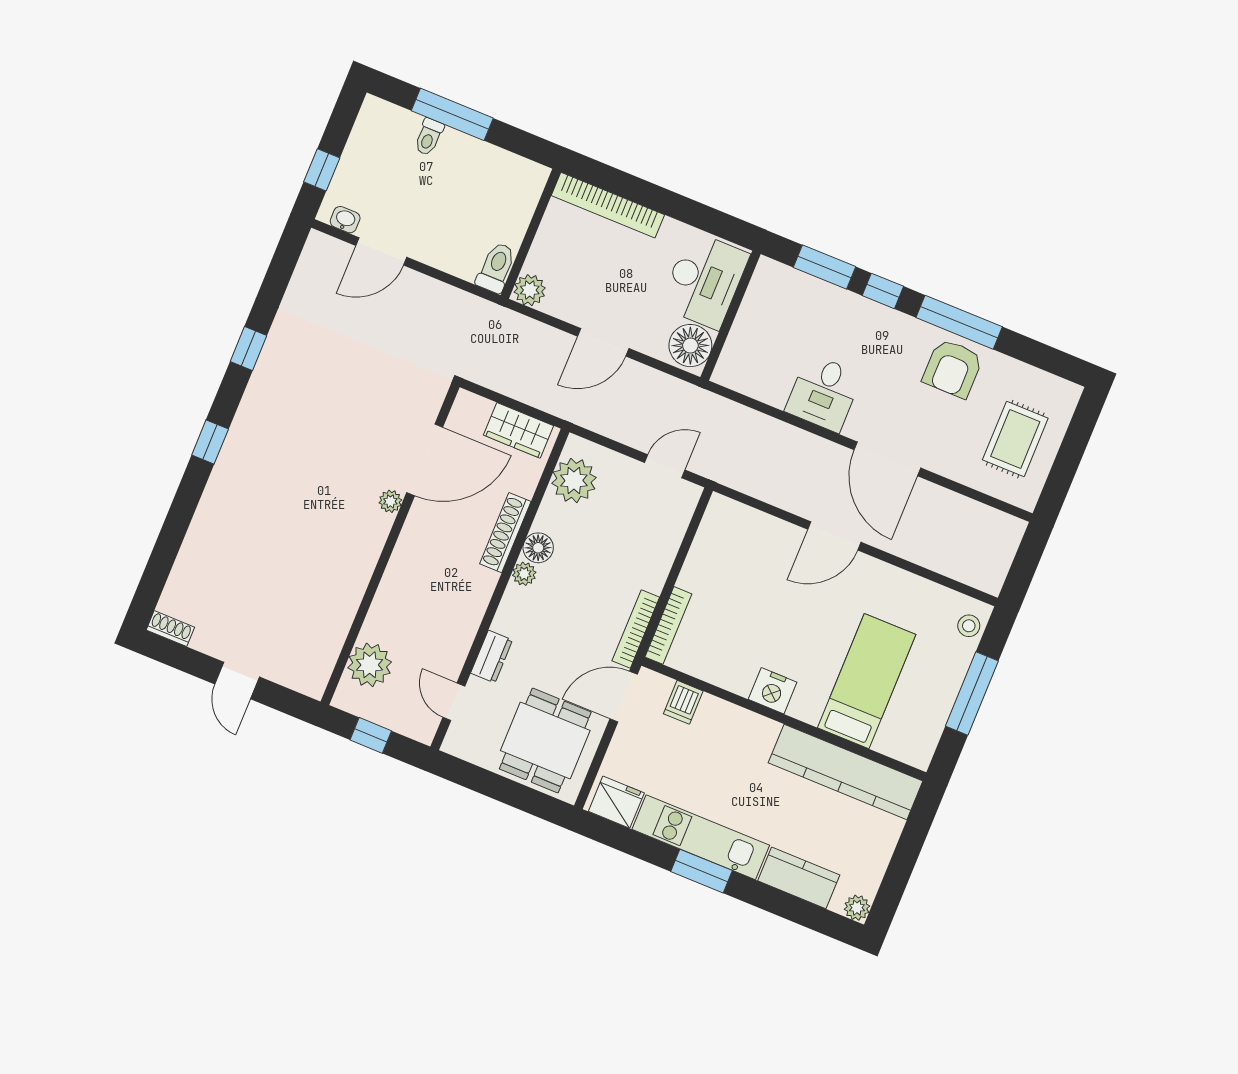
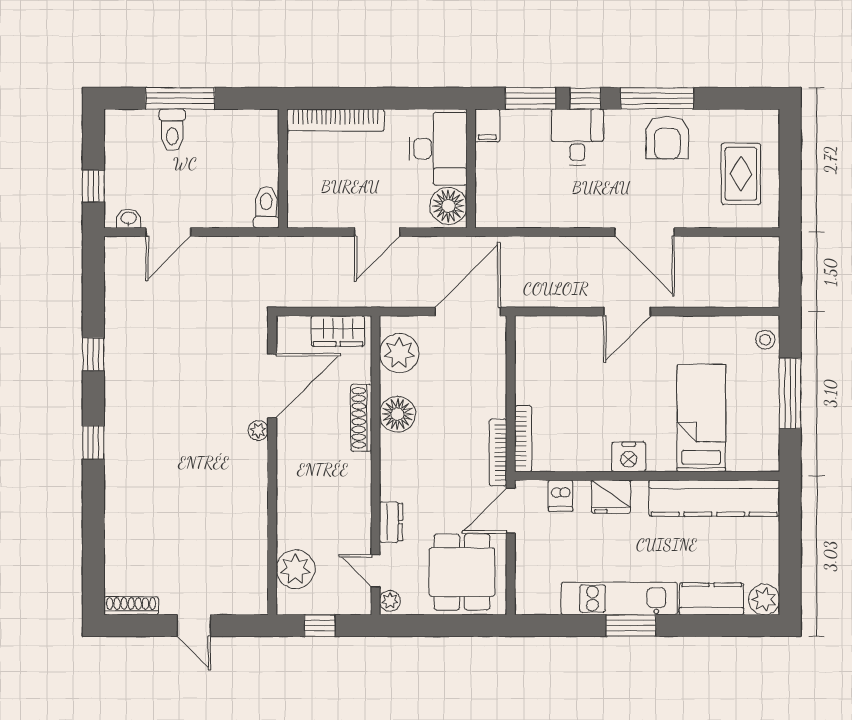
toilet: (429, 137) -> (172, 130), width x1.37, depth x1.39
filing cabinet: (767, 277) -> (487, 126), added
plant: (530, 290) -> (301, 214), removed
desk: (824, 393) -> (577, 137), moved, turned 180
door: (665, 466) -> (468, 312), width x1.87
floor lamp: (538, 548) -> (397, 414), width x1.38, depth x1.38
plant: (524, 574) -> (390, 601), moved
shoe rack: (170, 629) -> (131, 606), width x1.43
fridge: (616, 802) -> (611, 497), moved, turned 180
plant: (857, 908) -> (764, 600), width x1.38, depth x1.38

